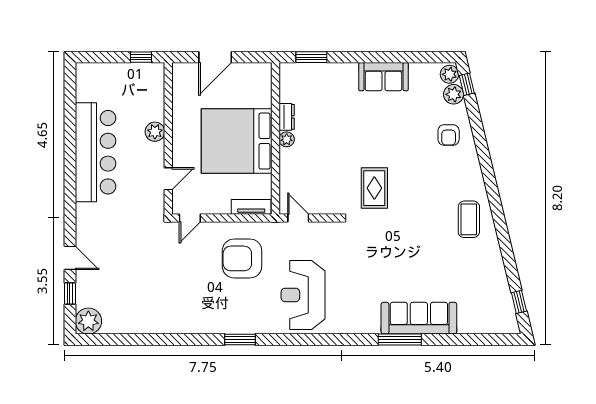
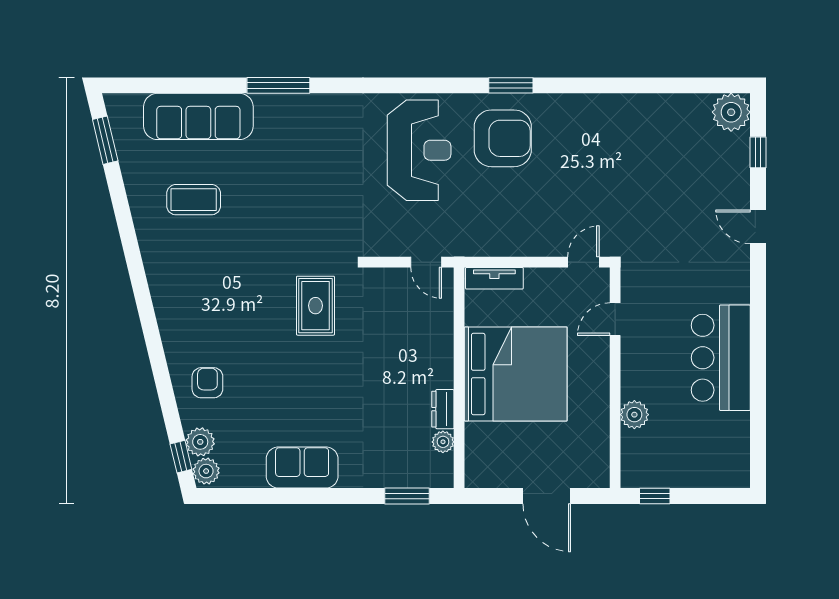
door: (215, 57) -> (547, 496), swing flipped
plant: (155, 132) -> (634, 415), moved
plant: (287, 139) -> (443, 442), moved
bar counter: (95, 152) -> (721, 358), width x0.73
coffee table: (469, 219) -> (194, 200), moved, turned 90
door: (70, 258) -> (758, 227), moved
armchair: (242, 258) -> (503, 138), moved
window: (519, 302) -> (105, 140), width x1.50
sofa: (419, 318) -> (198, 116), moved

